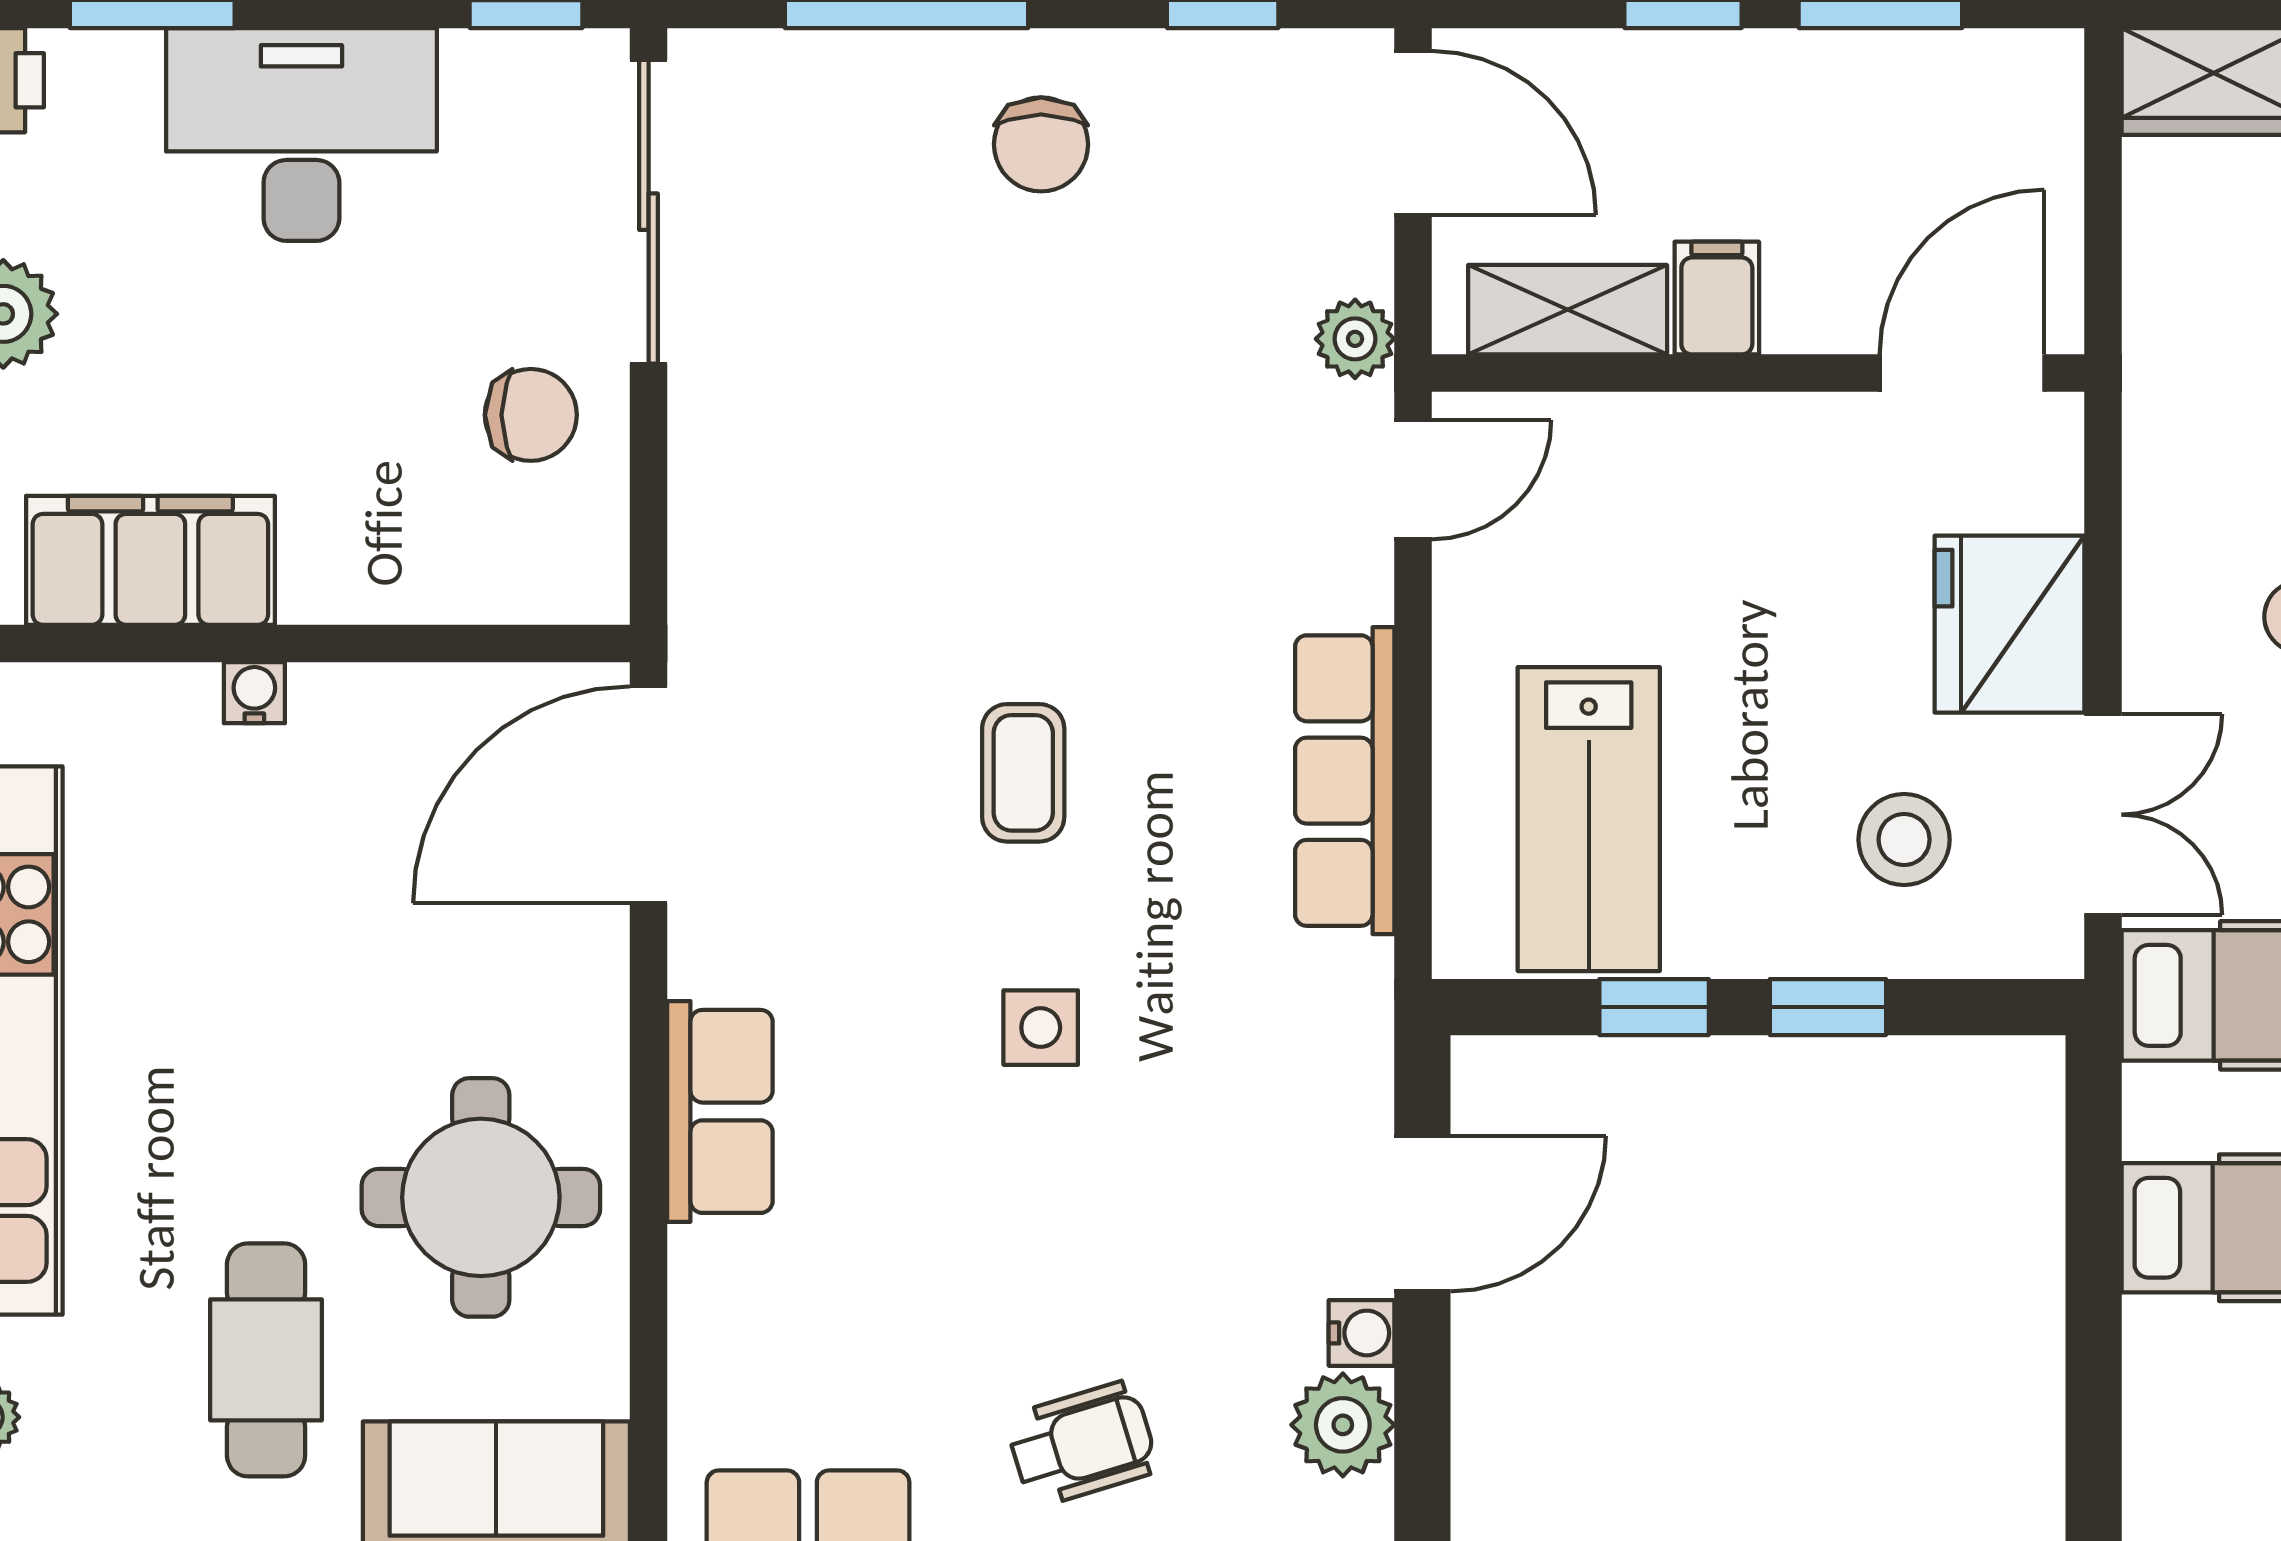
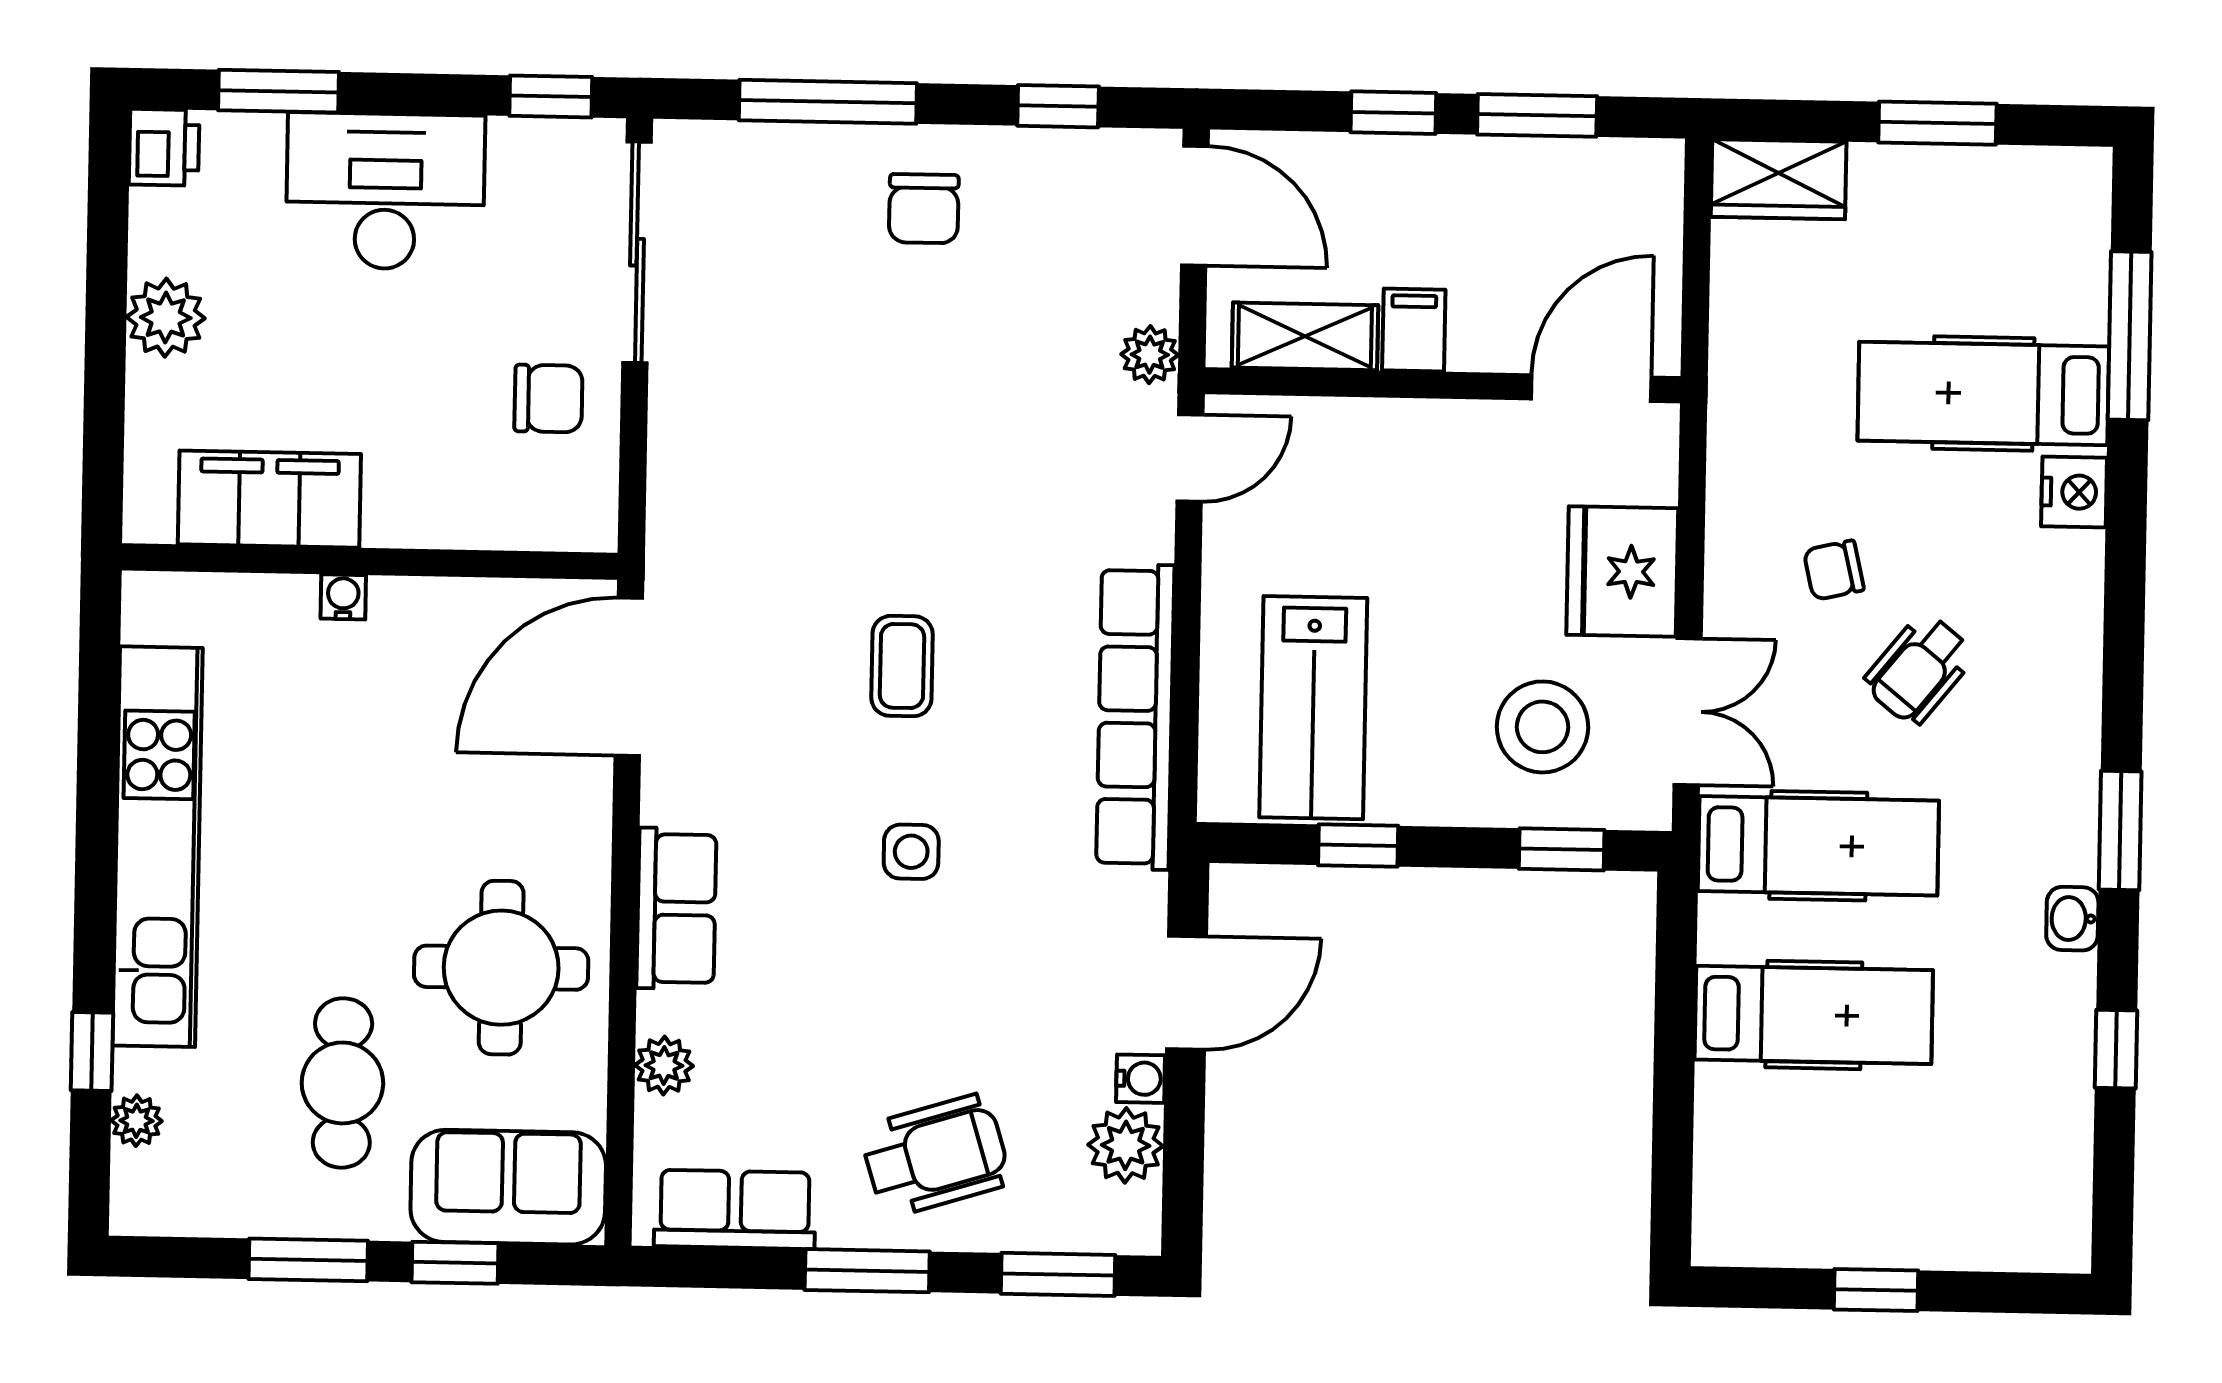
row of seats: (1345, 781) -> (1135, 717), width x1.36
stool: (1904, 840) -> (1542, 727), width x1.38, depth x1.38
window: (1828, 1007) -> (1562, 849), moved
plant: (707, 1327) -> (664, 1065), added
wheelchair: (1082, 1444) -> (935, 1156), width x1.36, depth x1.37

